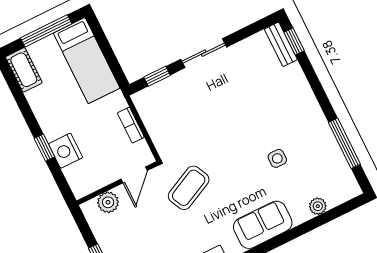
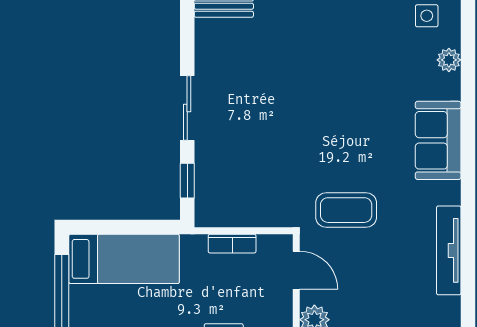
side table: (277, 158) -> (427, 16), moved
coffee table: (189, 188) -> (346, 210), turned -64

